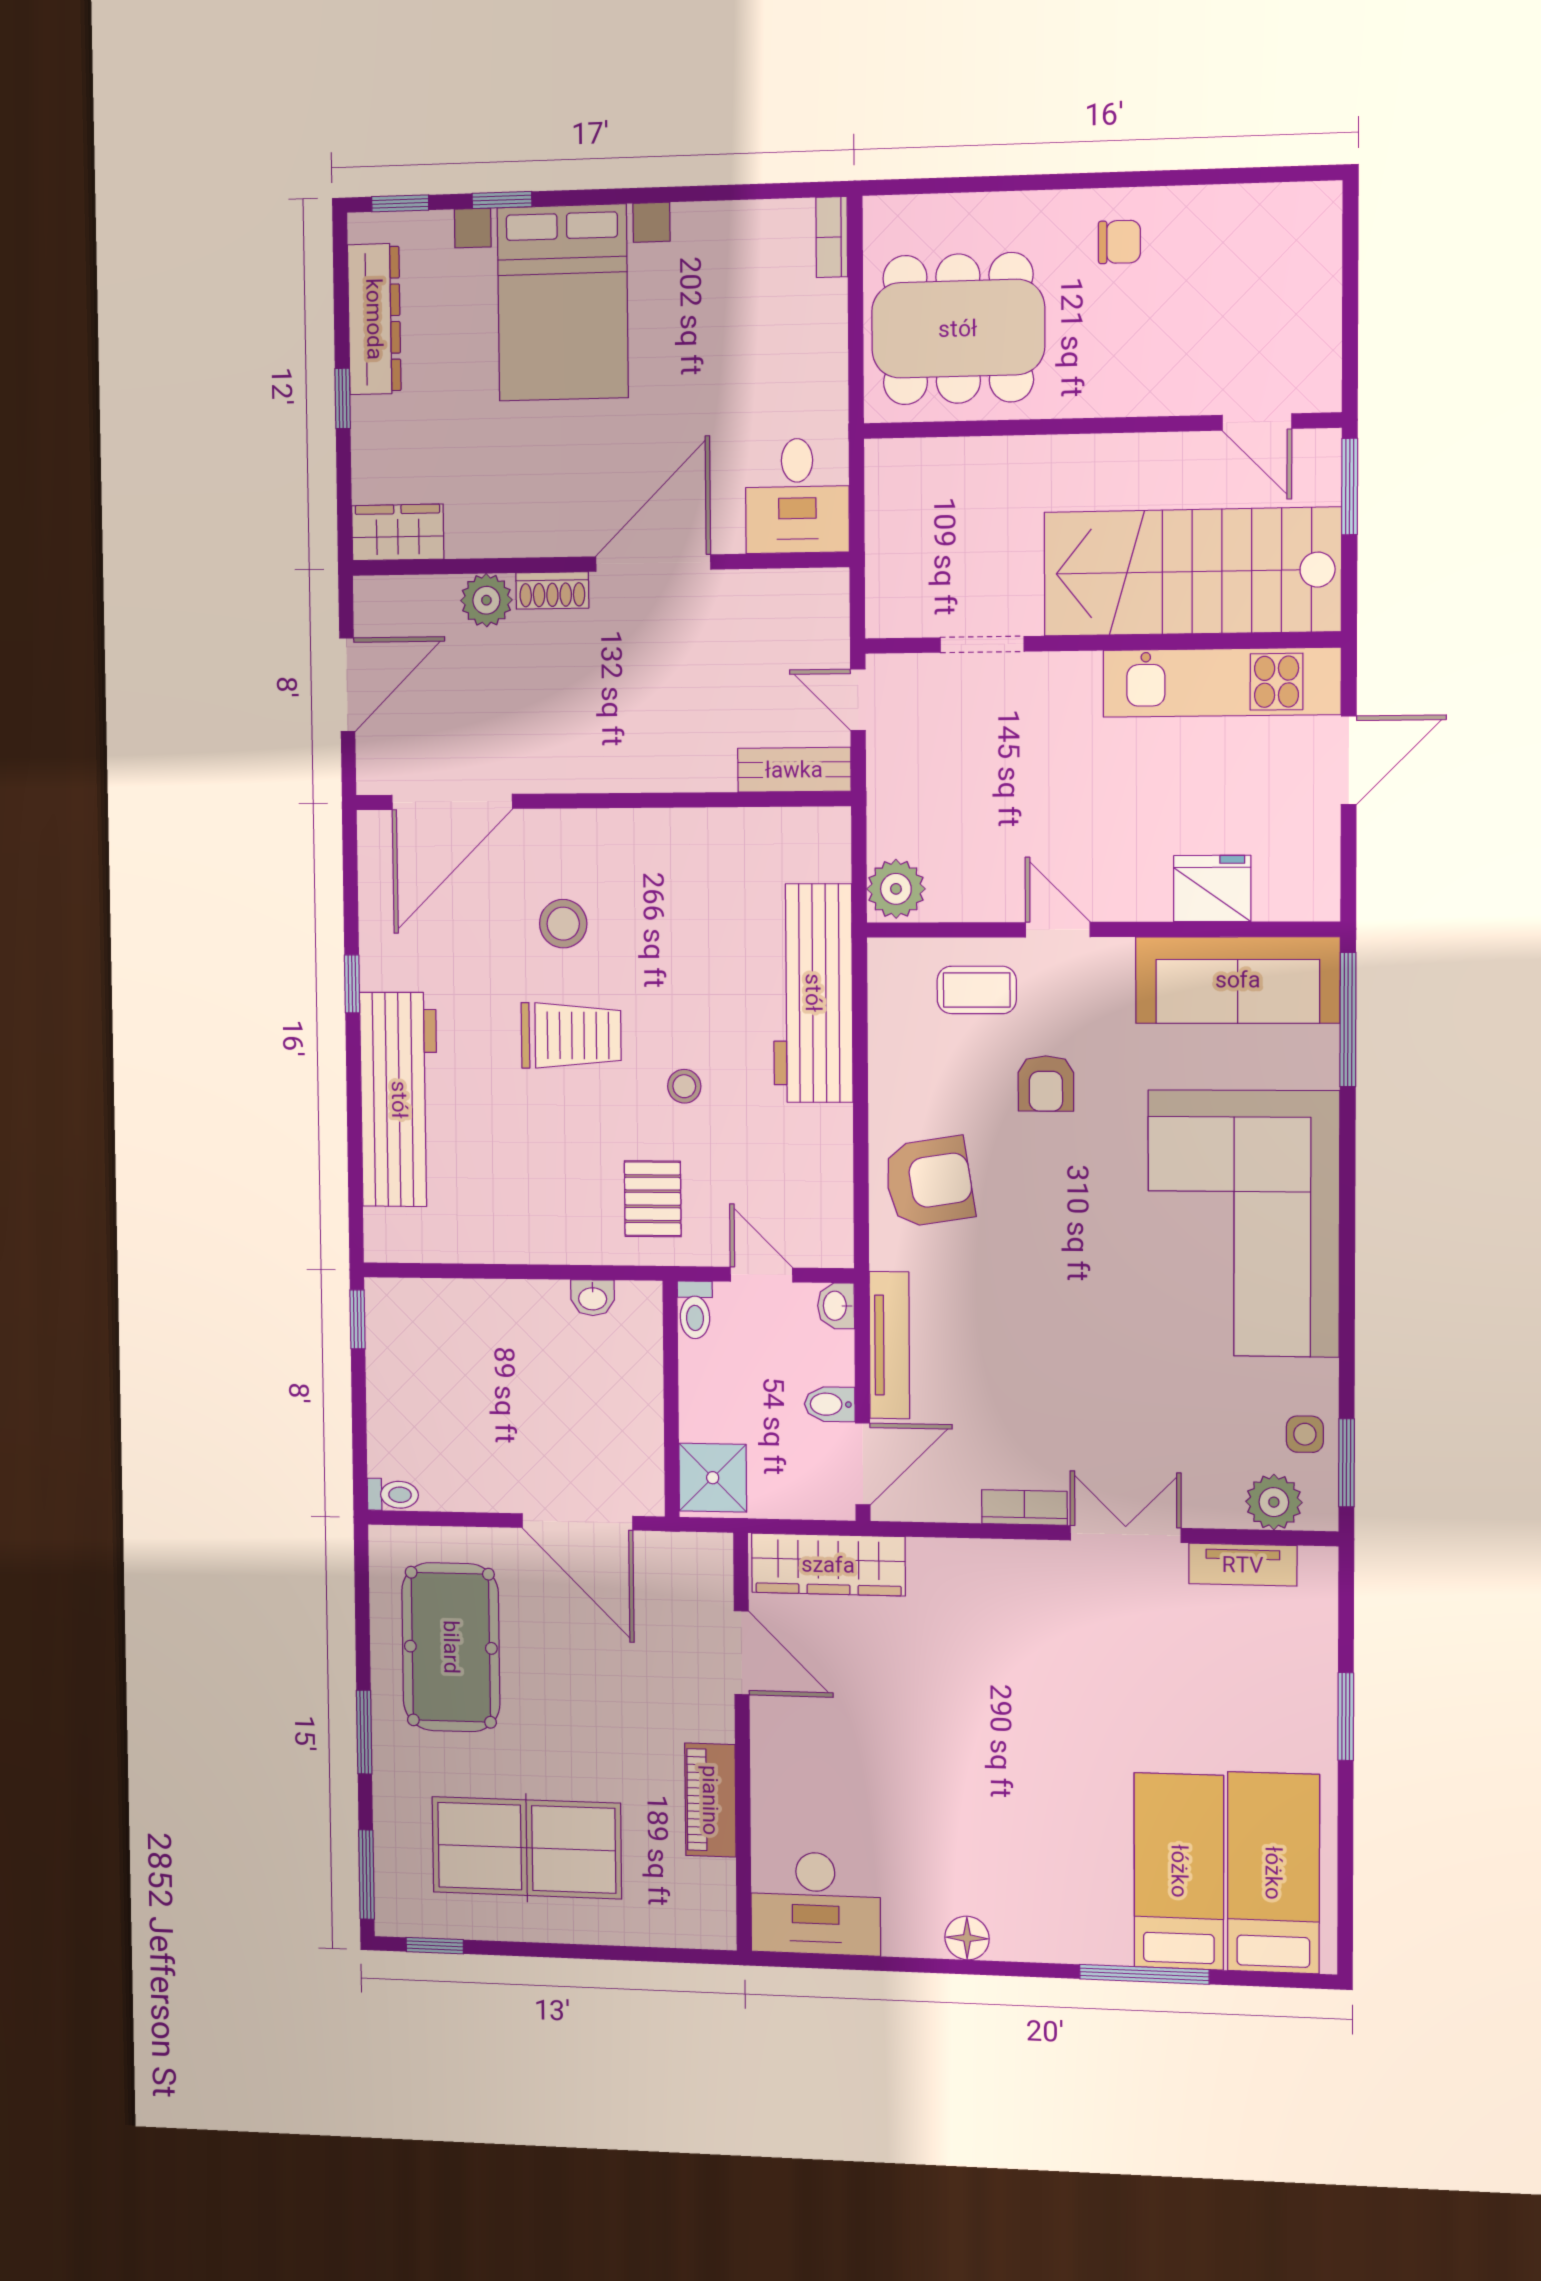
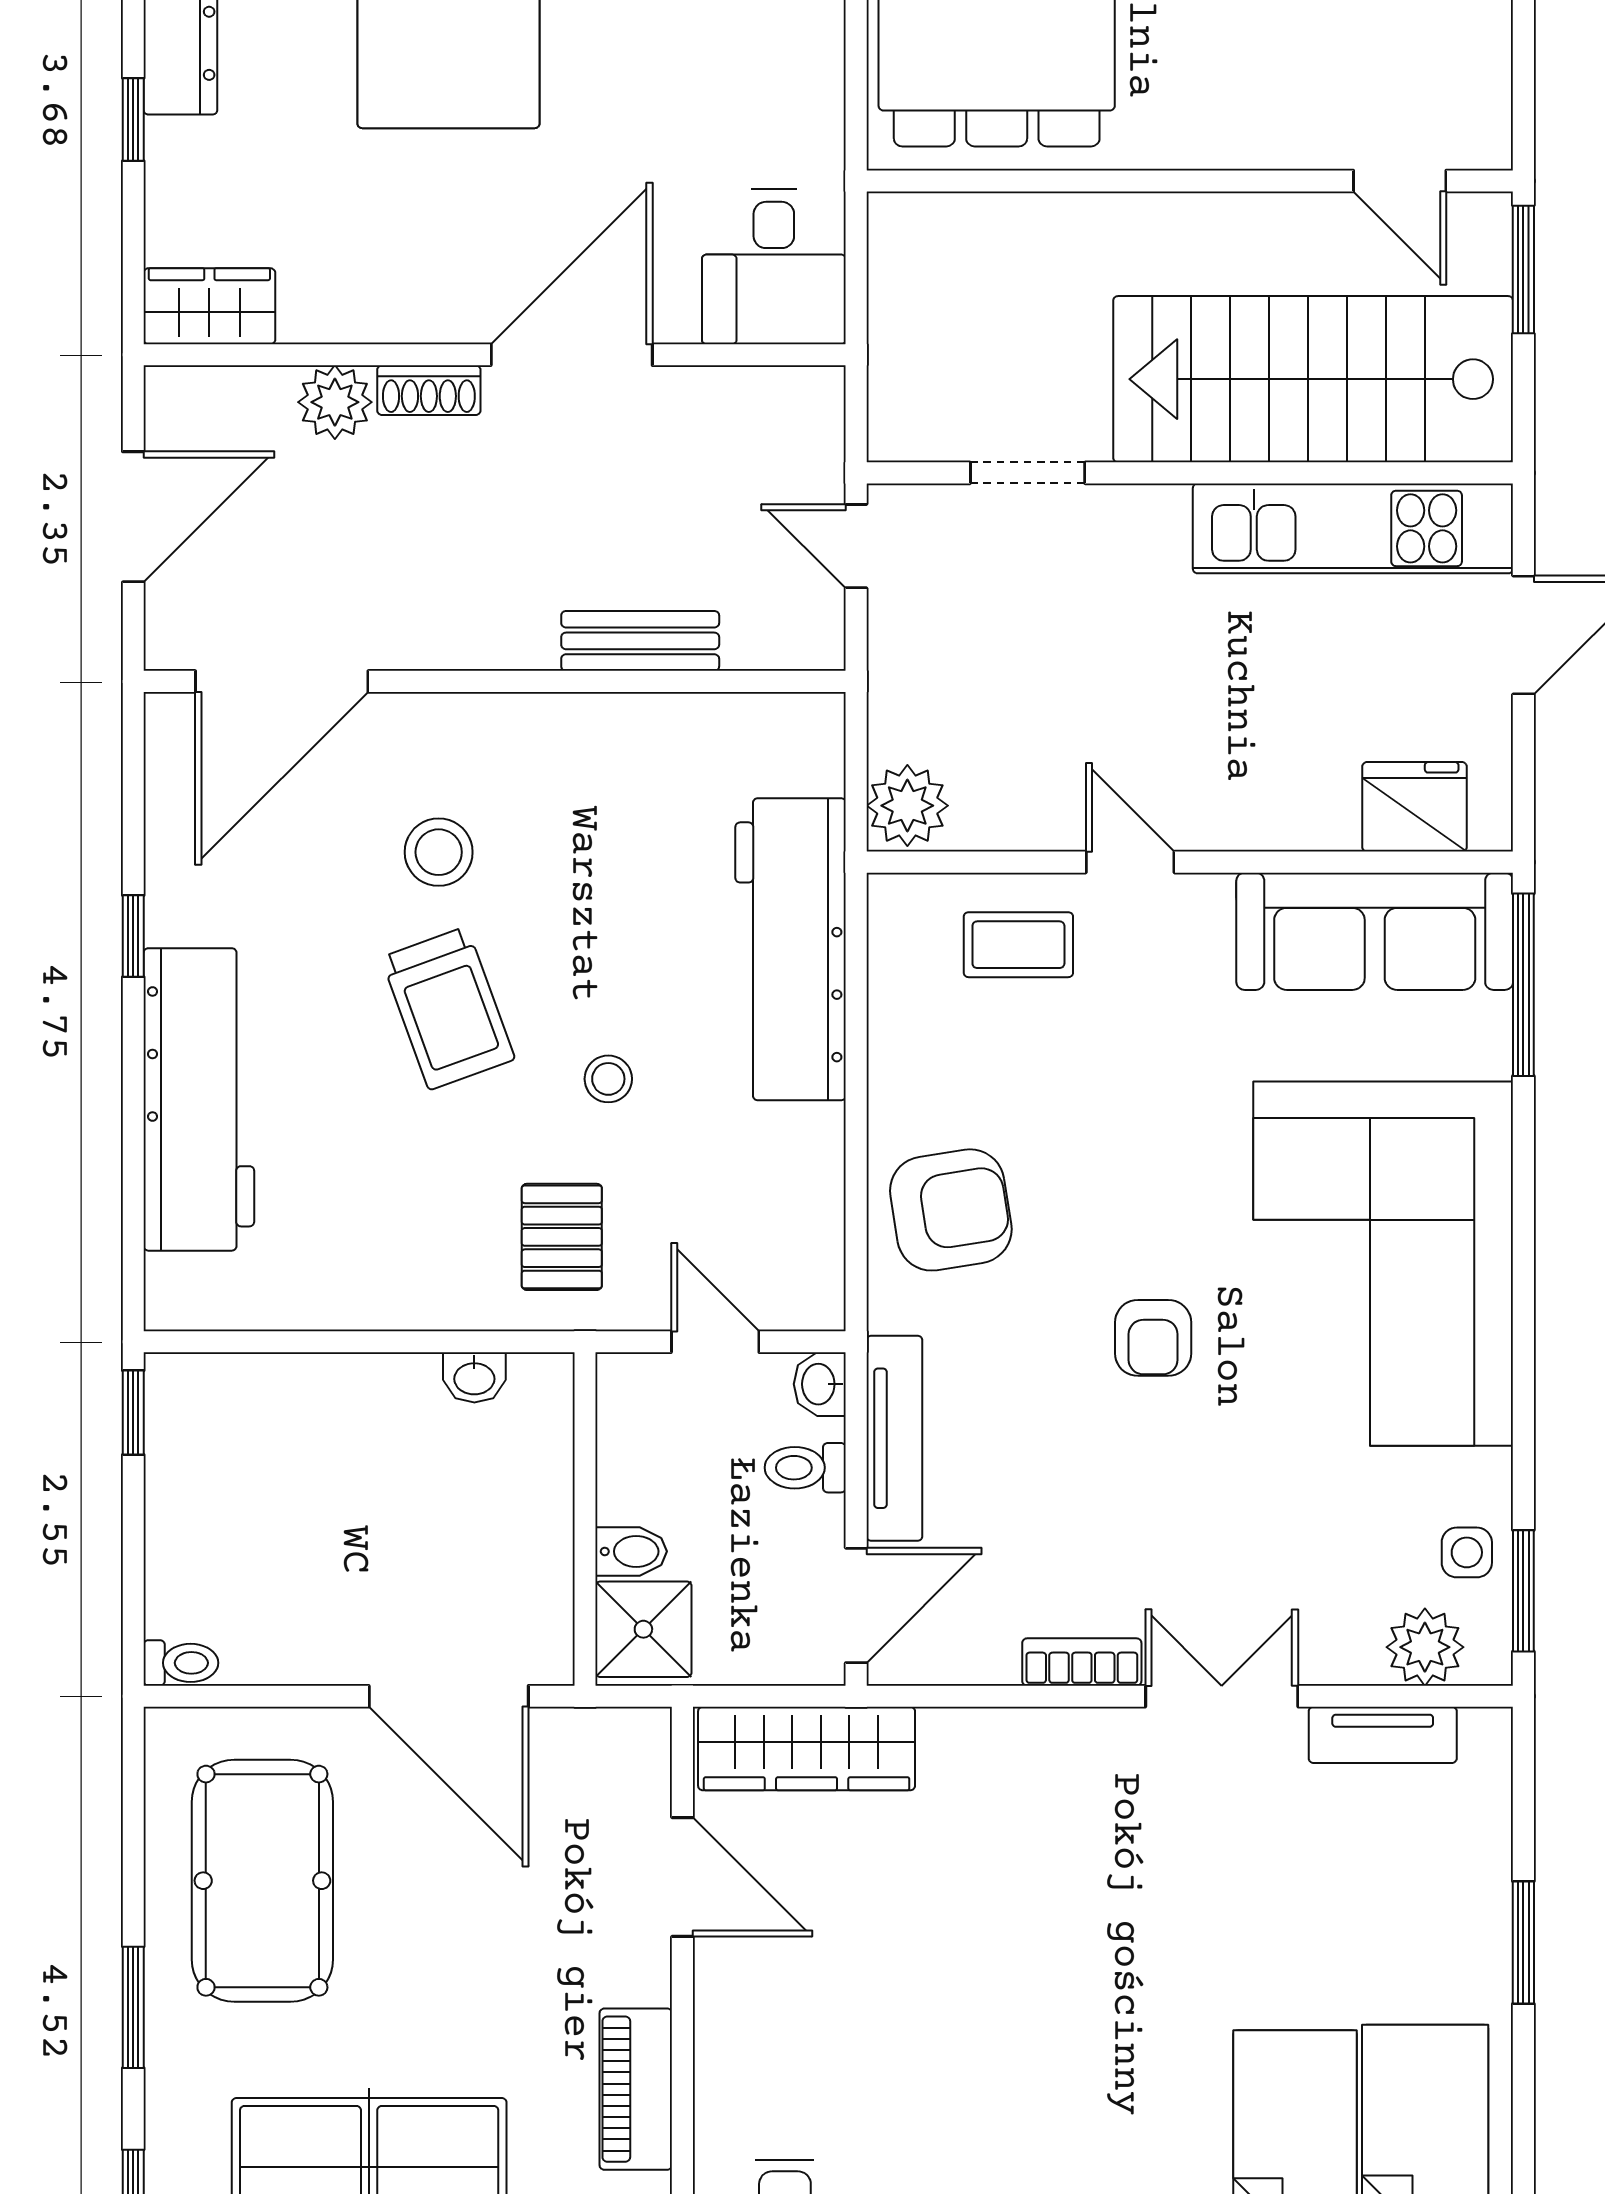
bench: (794, 770) -> (640, 641), moved
fridge: (1212, 889) -> (1415, 807), moved
trolley: (571, 1035) -> (448, 1008), turned 70
armchair: (1046, 1083) -> (1153, 1338), moved
toilet: (695, 1310) -> (805, 1468), moved, turned 90
bidet: (830, 1404) -> (631, 1551), moved, turned 180

